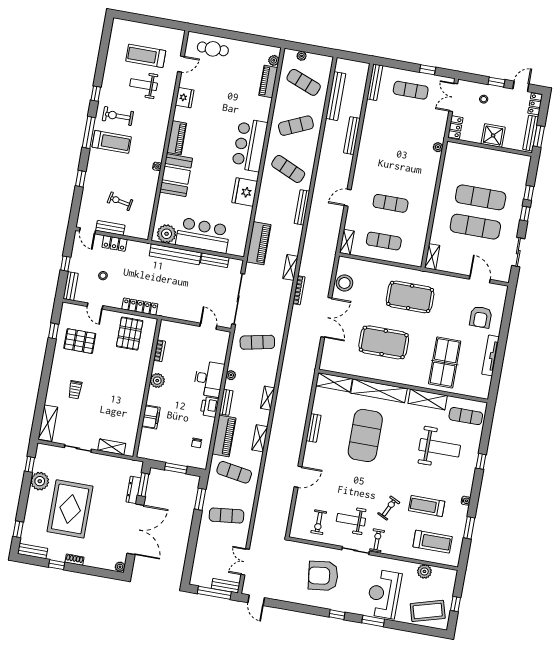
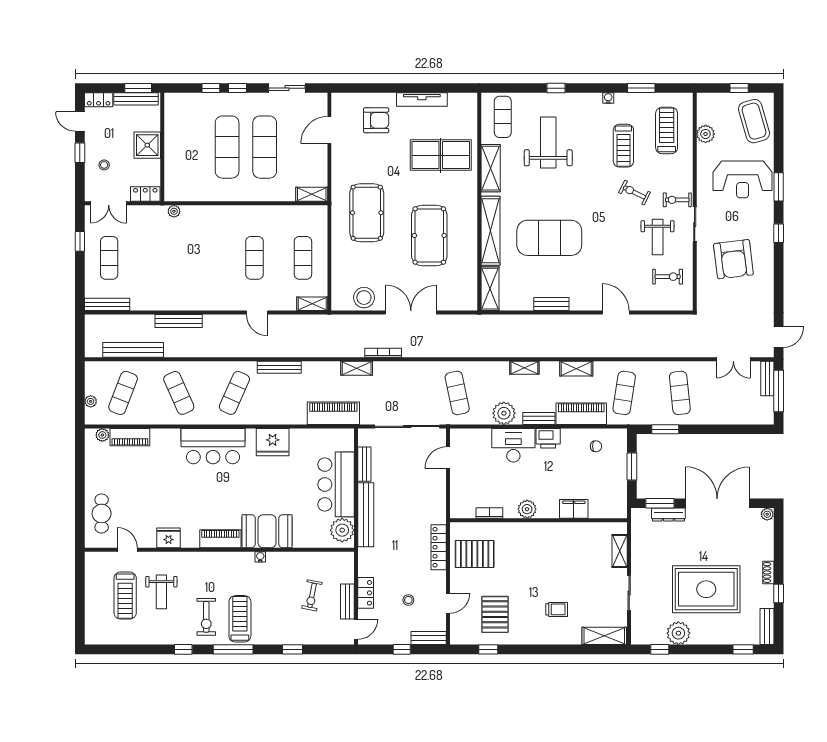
plant: (231, 375) -> (504, 413), width x1.87, depth x1.87

